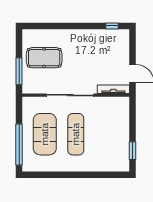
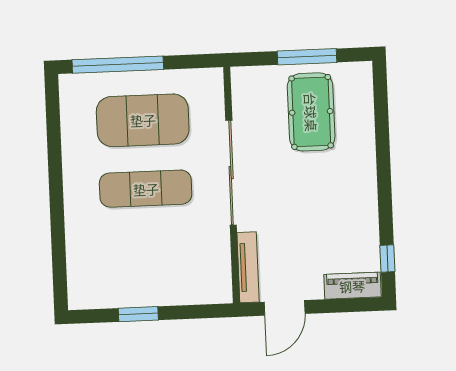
piano: (124, 42) -> (352, 286), added
window: (19, 71) -> (307, 57), moved
window: (133, 151) -> (138, 314), moved

